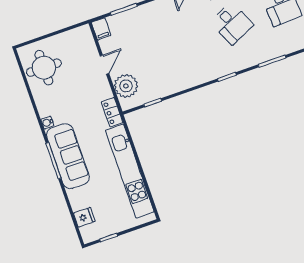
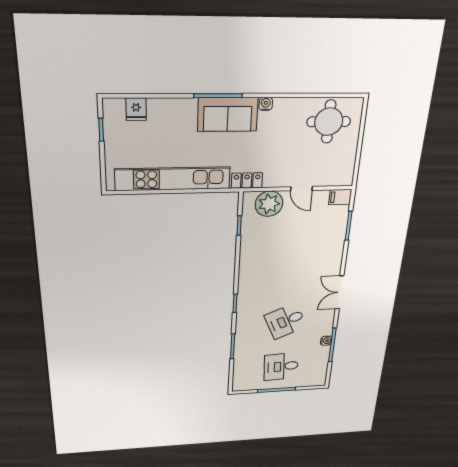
sofa: (68, 156) -> (228, 115), width x0.73

